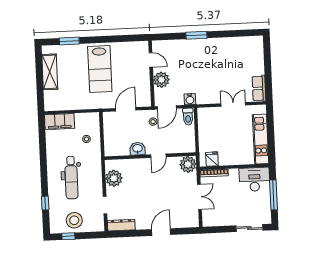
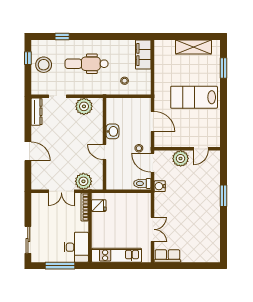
plant: (188, 164) -> (83, 181), moved

